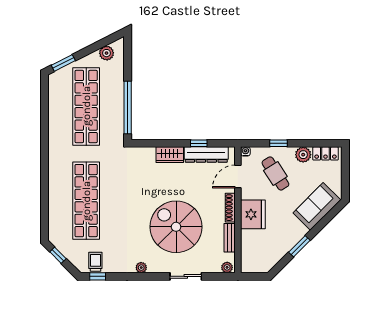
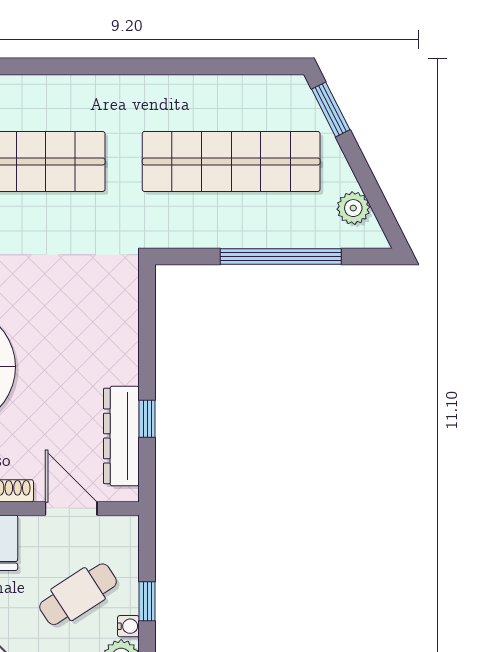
window: (128, 107) -> (281, 257), moved
water cooler: (245, 151) -> (128, 626), moved
wardrobe: (170, 155) -> (121, 353), removed

